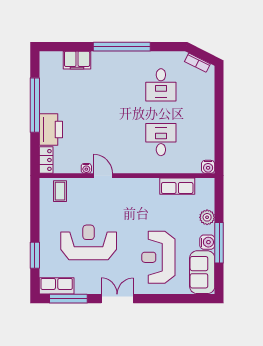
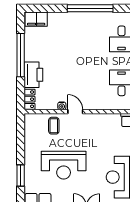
filing cabinet: (77, 60) -> (36, 19), moved
coffee table: (60, 191) -> (54, 126), moved
reception desk: (89, 242) -> (64, 165), turned 180

